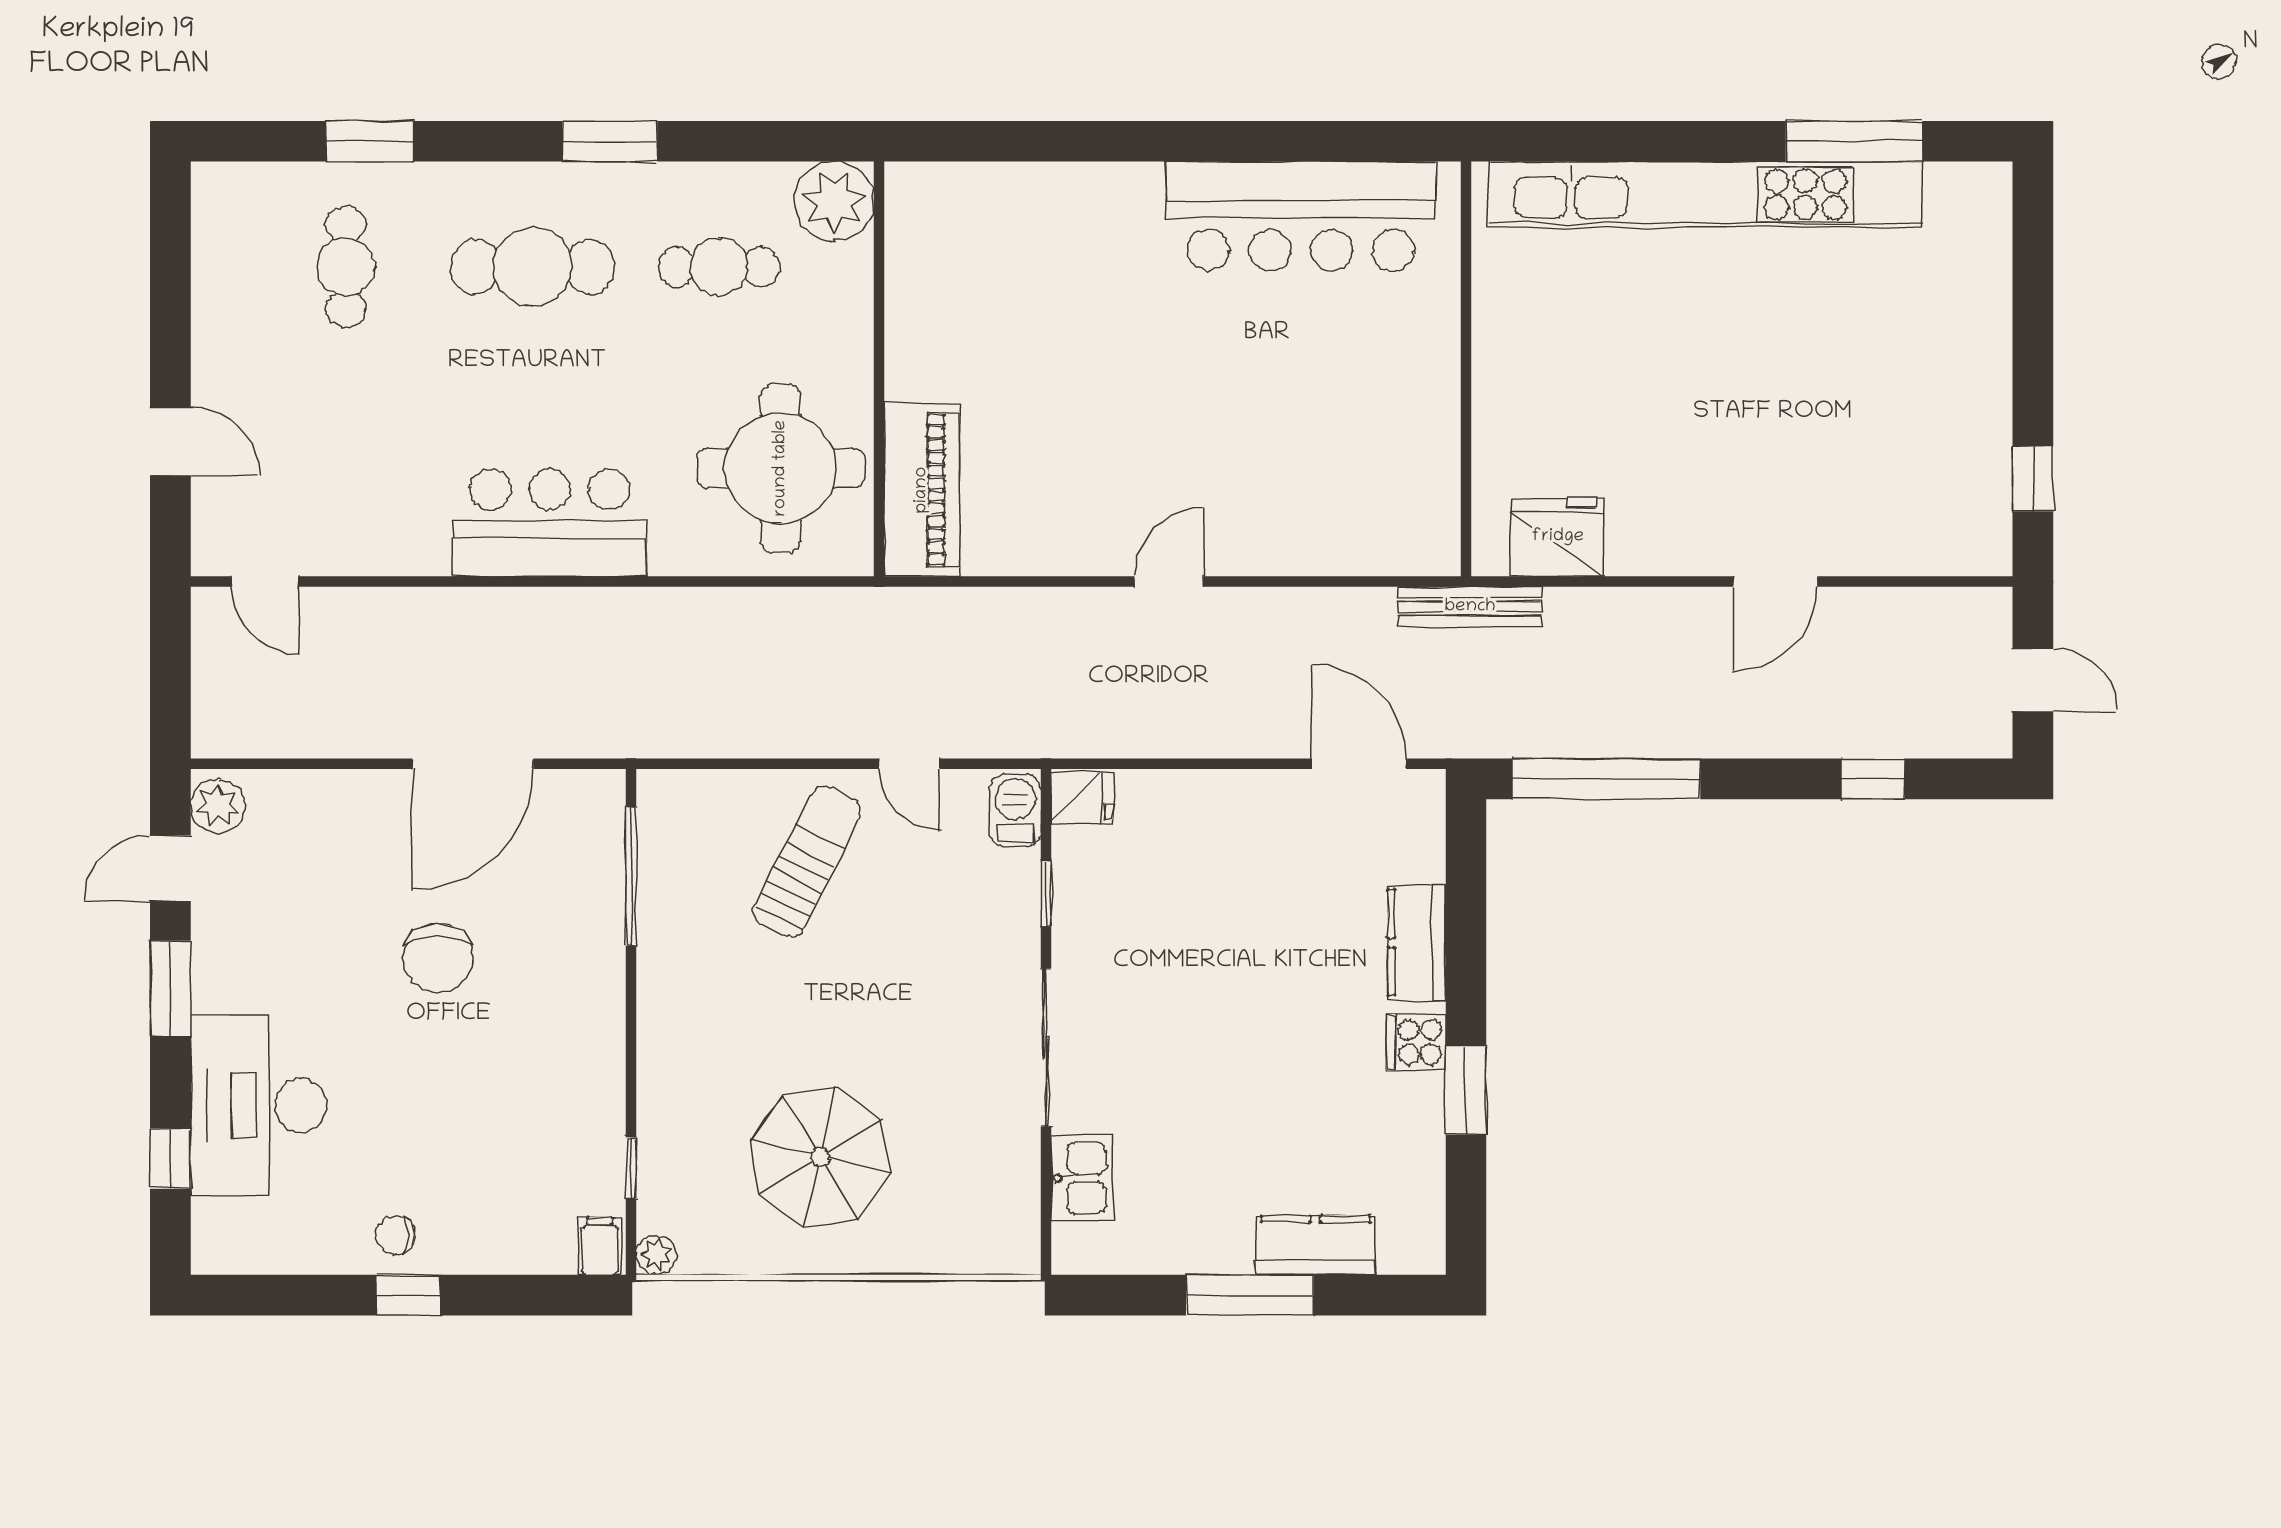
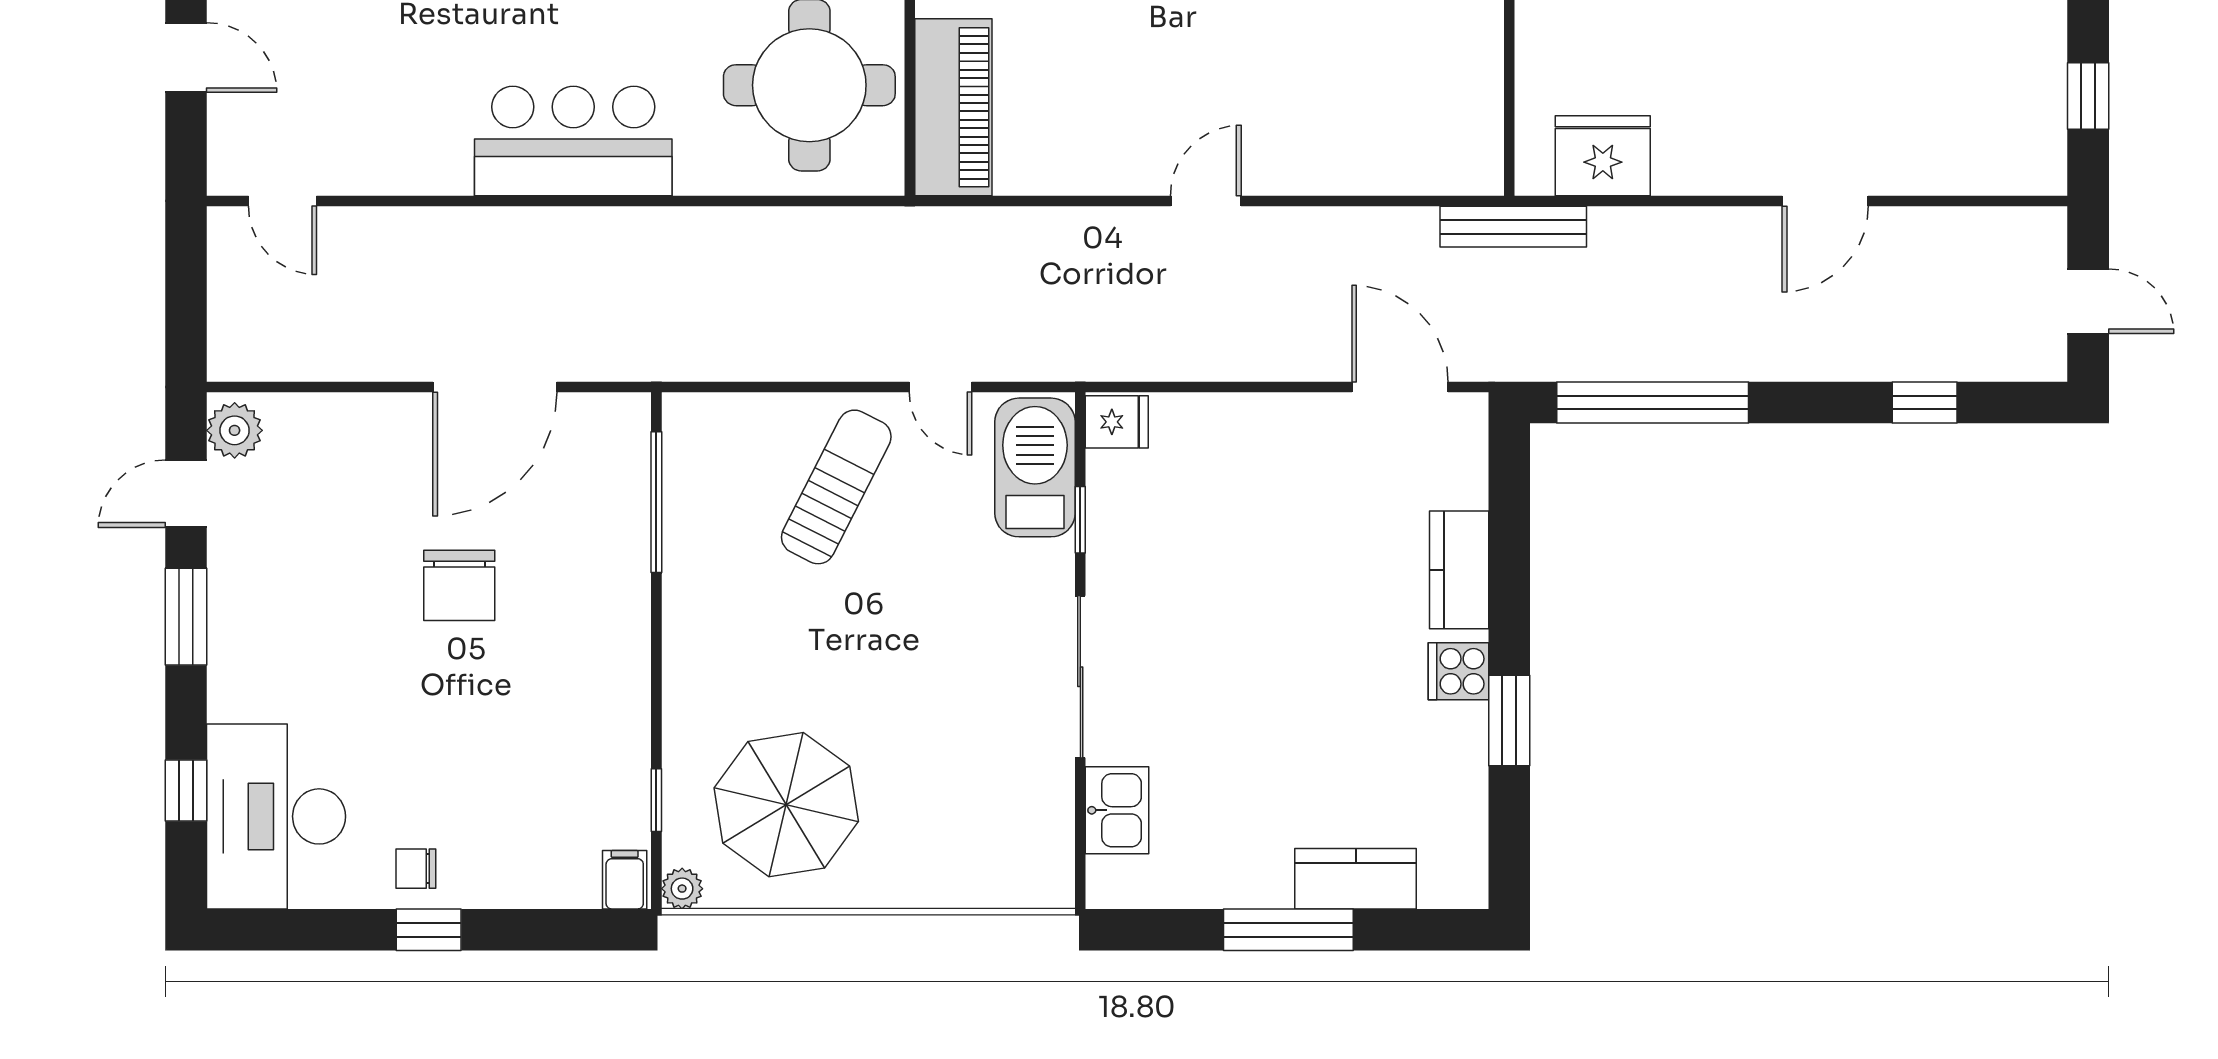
barbecue: (1015, 811) -> (1035, 467), width x1.88, depth x1.53
desk: (259, 1105) -> (276, 816), moved
parasol: (820, 1157) -> (786, 805), moved

